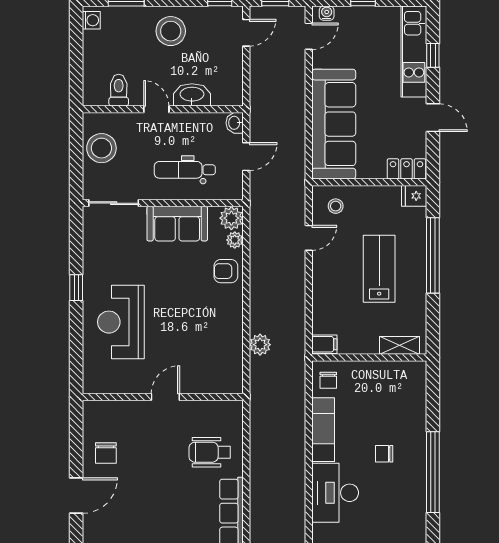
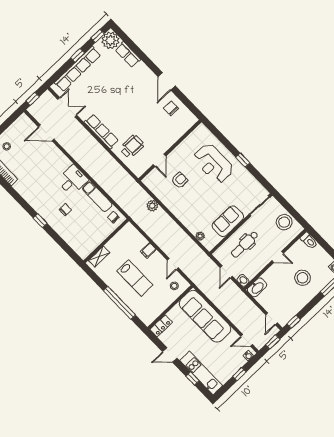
stool: (171, 31) -> (303, 278), moved
door: (309, 36) -> (247, 340), hinge flipped
toilet: (119, 90) -> (309, 241), moved
washbasin: (192, 95) -> (257, 287), moved
dental chair: (185, 170) -> (245, 244), turned 180
fridge: (414, 196) -> (148, 318), removed
plant: (231, 218) -> (209, 243), removed
armchair: (226, 271) -> (180, 180), moved
reception desk: (121, 322) -> (213, 163), turned 180
filing cabinet: (324, 344) -> (148, 250), moved
door: (165, 397) -> (160, 160), moved
window: (433, 472) -> (40, 221), width x0.32
desk: (335, 493) -> (73, 180), width x0.73

